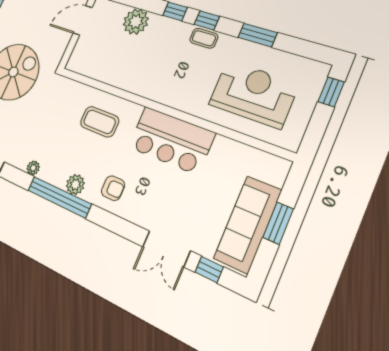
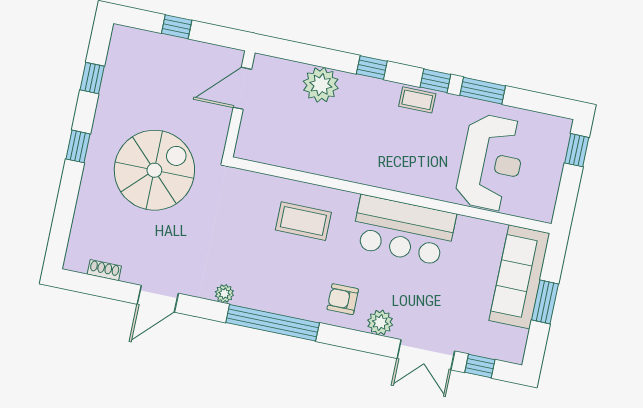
window: (207, 20) -> (435, 81), moved
reception desk: (253, 94) -> (491, 163), turned 90
plant: (75, 185) -> (380, 322), moved
armchair: (113, 188) -> (343, 299), turned 180
sofa: (248, 224) -> (519, 277), moved

